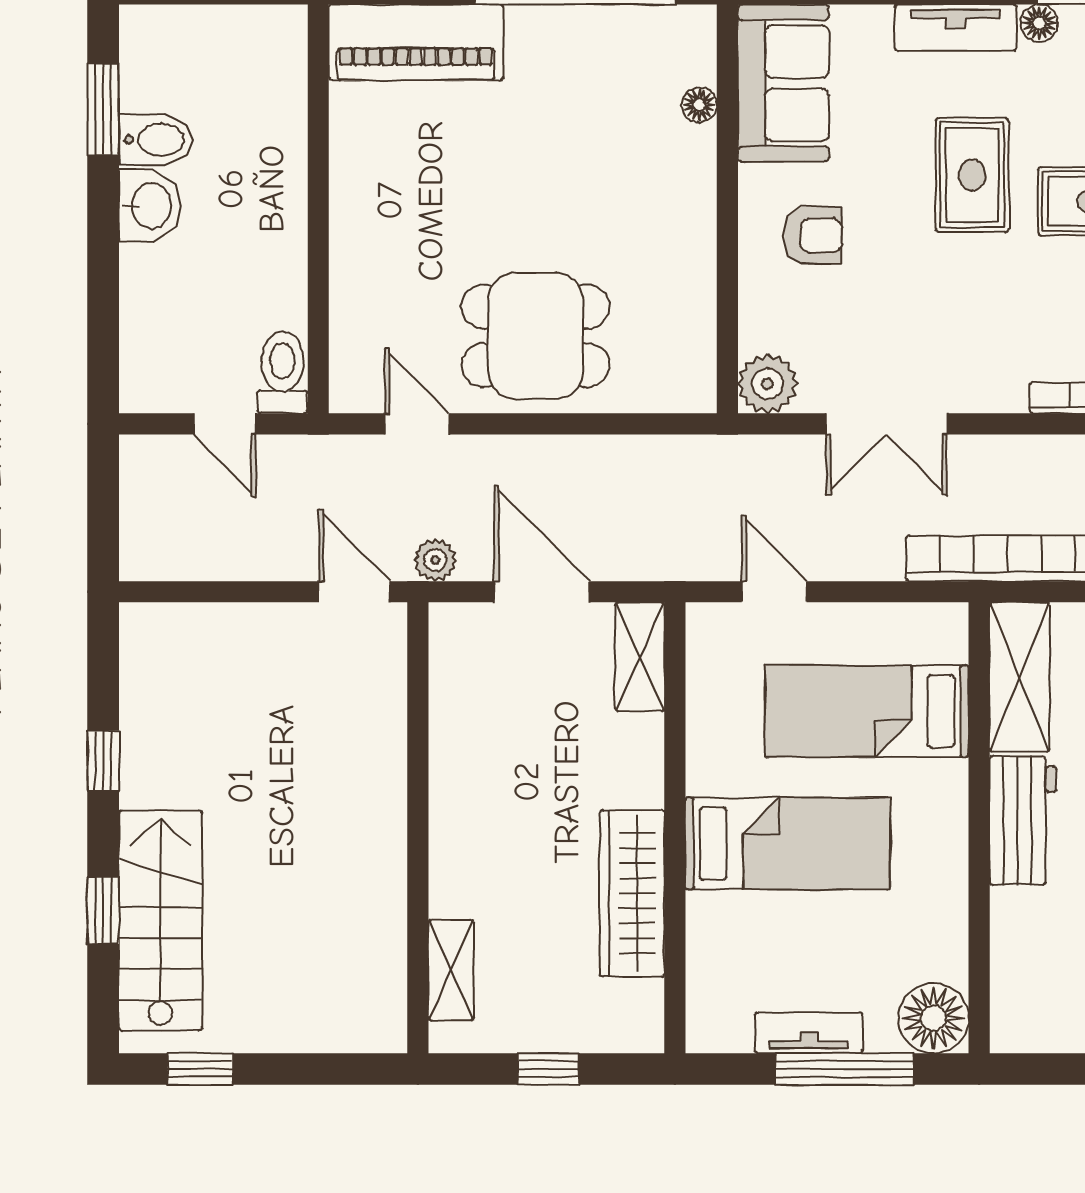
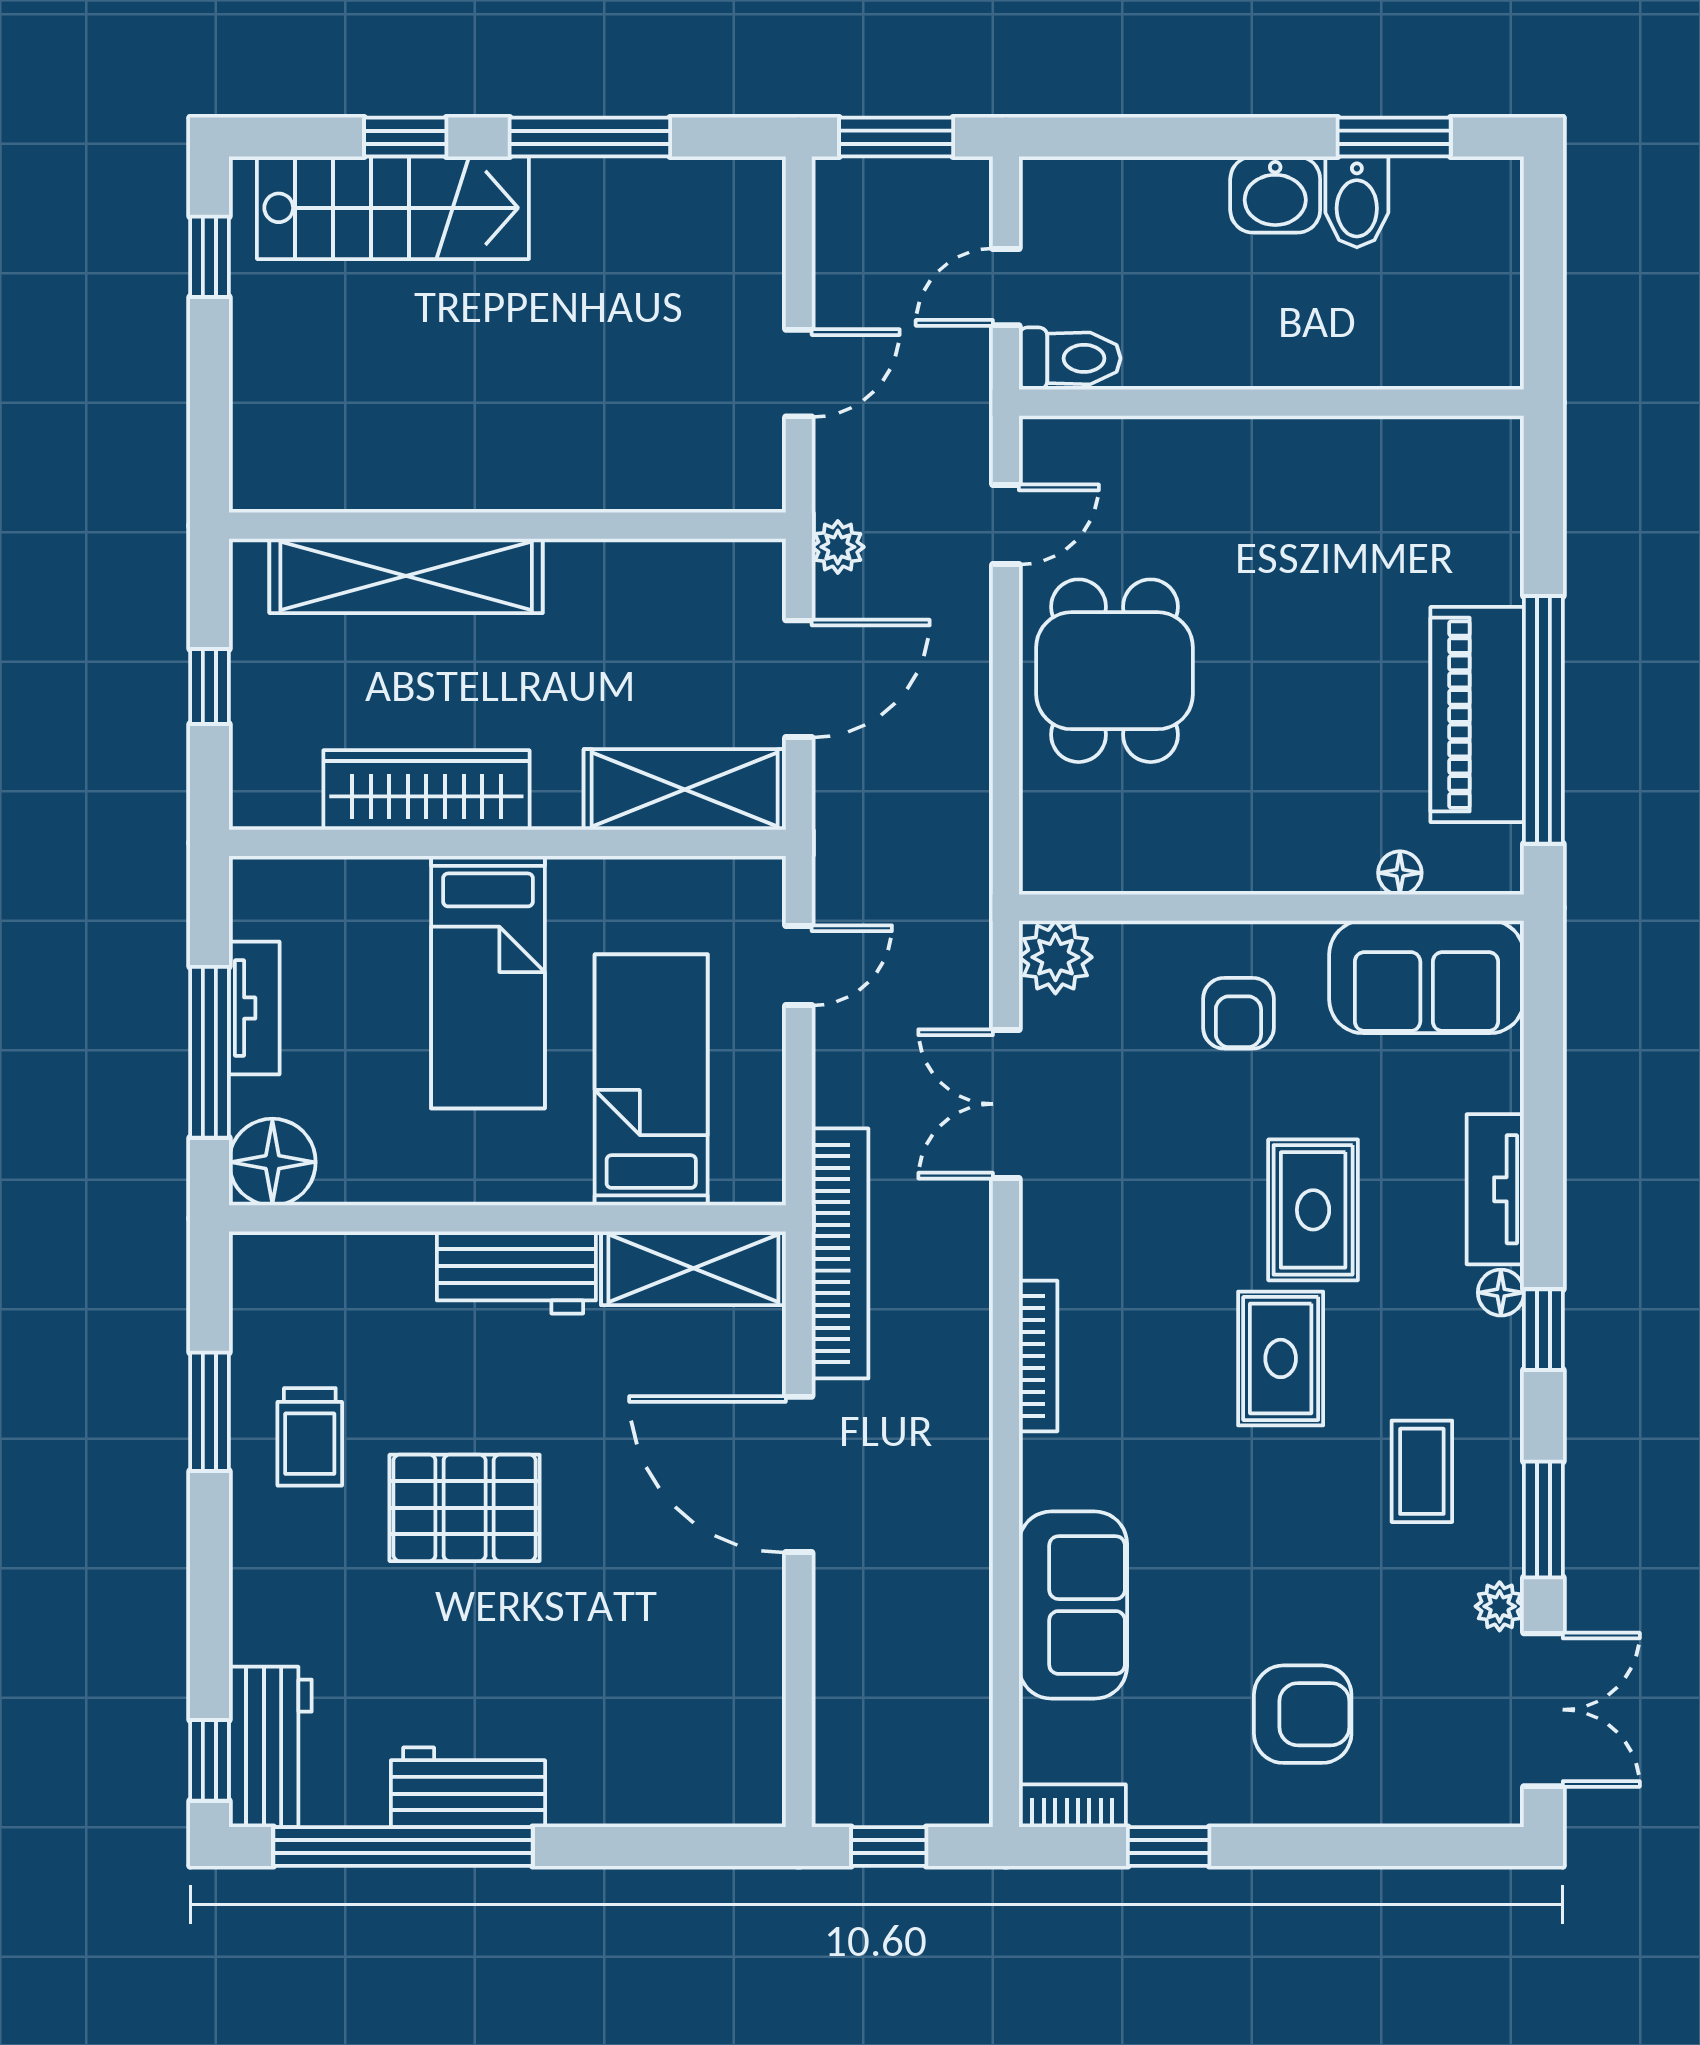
piano: (416, 42) -> (1477, 715), moved
rug: (972, 175) -> (1313, 1210), turned 90
window: (103, 513) -> (896, 137), added
door: (355, 592) -> (799, 373), moved
shelving: (640, 657) -> (685, 789), width x1.50, depth x1.33
window: (103, 761) -> (590, 137), width x2.17
shelving: (451, 970) -> (406, 576), width x2.20, depth x1.33

